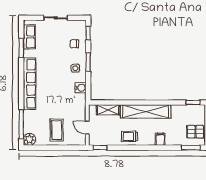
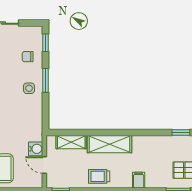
water cooler: (81, 88) -> (36, 149), moved
shelving: (146, 111) -> (109, 144), width x0.68

